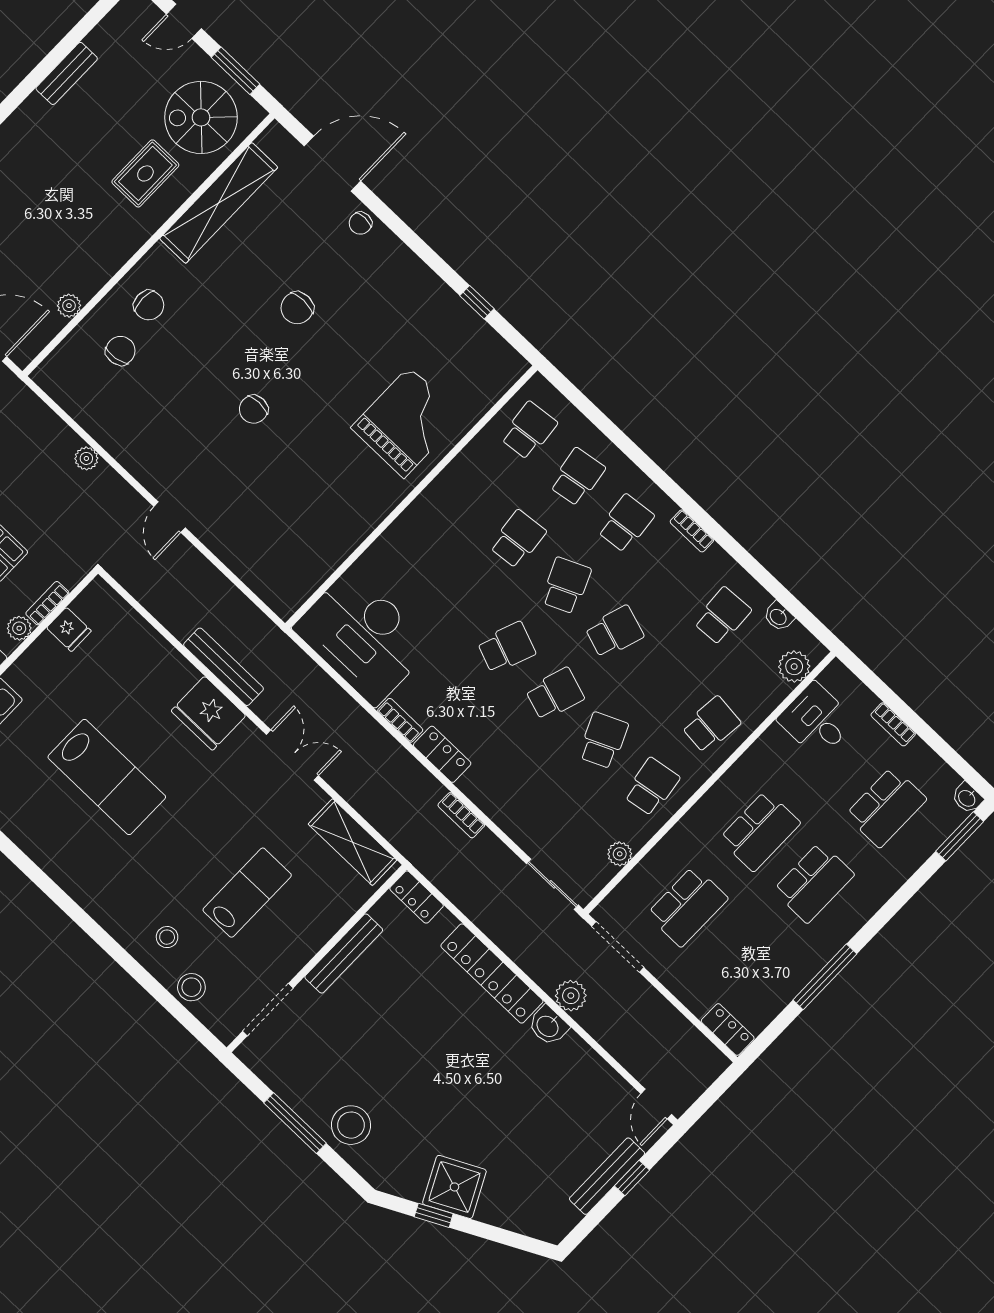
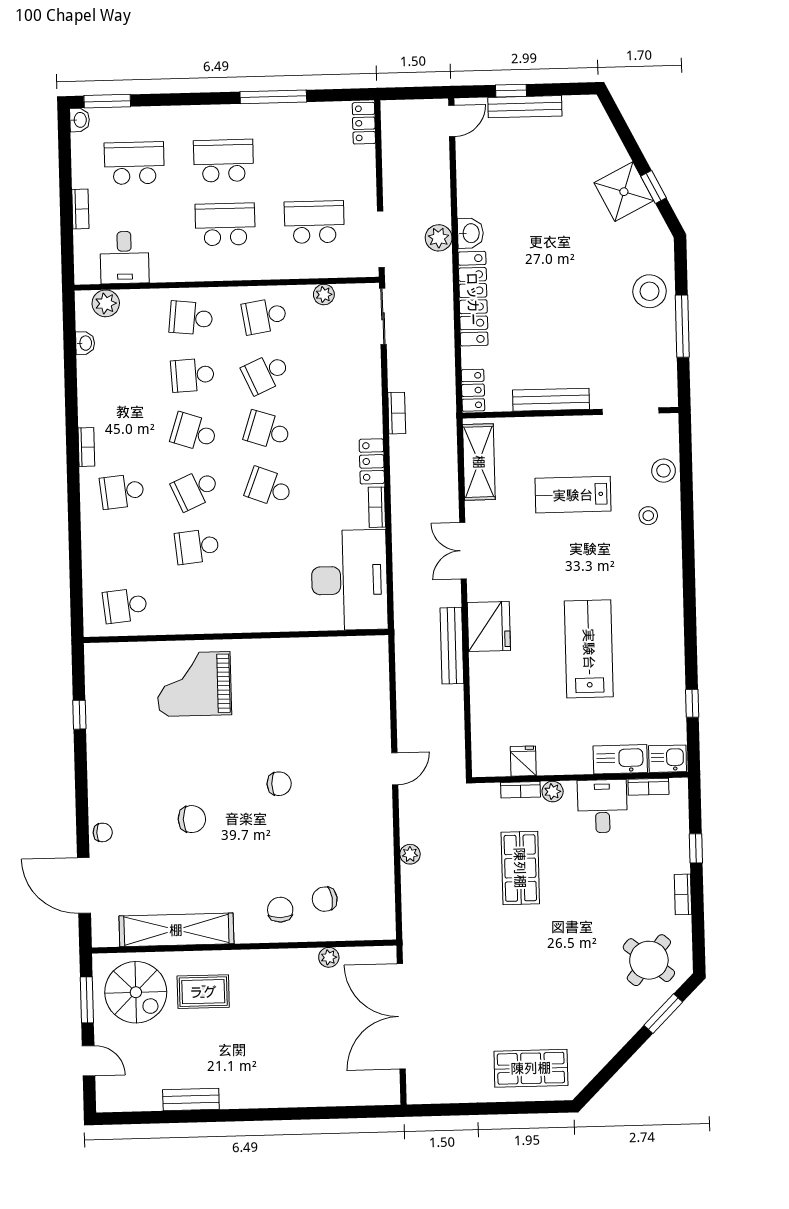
school desk: (577, 477) -> (124, 548), removed
school desk: (722, 616) -> (192, 375), moved

